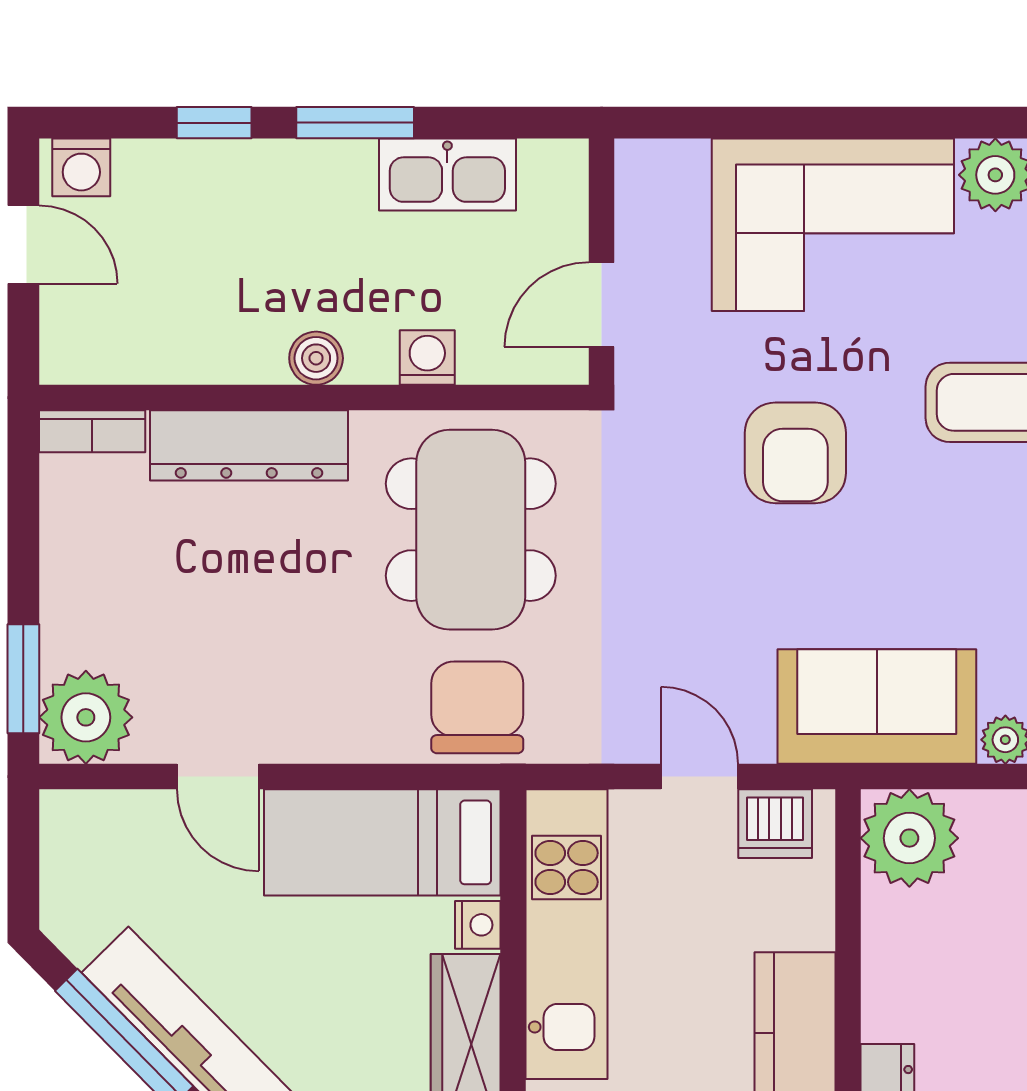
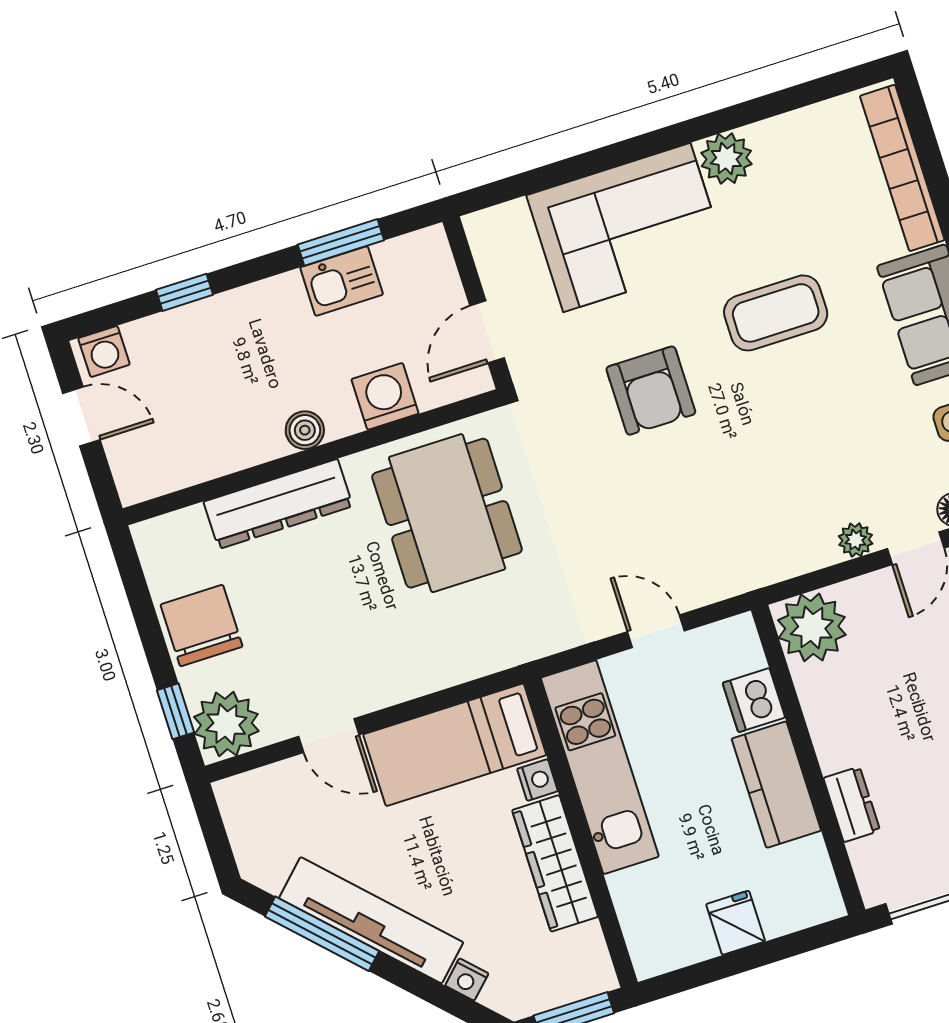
window: (355, 123) -> (341, 242), moved
kitchen sink: (447, 175) -> (342, 281), width x0.73
washing machine: (427, 358) -> (385, 396), width x1.38, depth x1.38
bookcase: (92, 431) -> (169, 528), removed
window: (23, 679) -> (176, 711), width x0.67
chair: (477, 707) -> (202, 626), moved
sofa: (877, 707) -> (761, 545), removed
dishwasher: (775, 824) -> (754, 700), moved, turned 90

